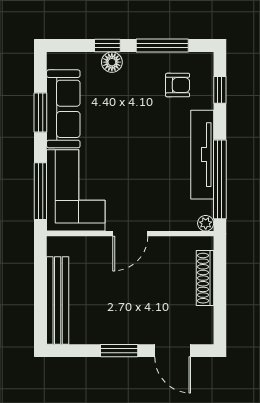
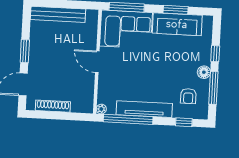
floor lamp: (112, 62) -> (204, 72), moved
shoe rack: (205, 278) -> (53, 106), moved

